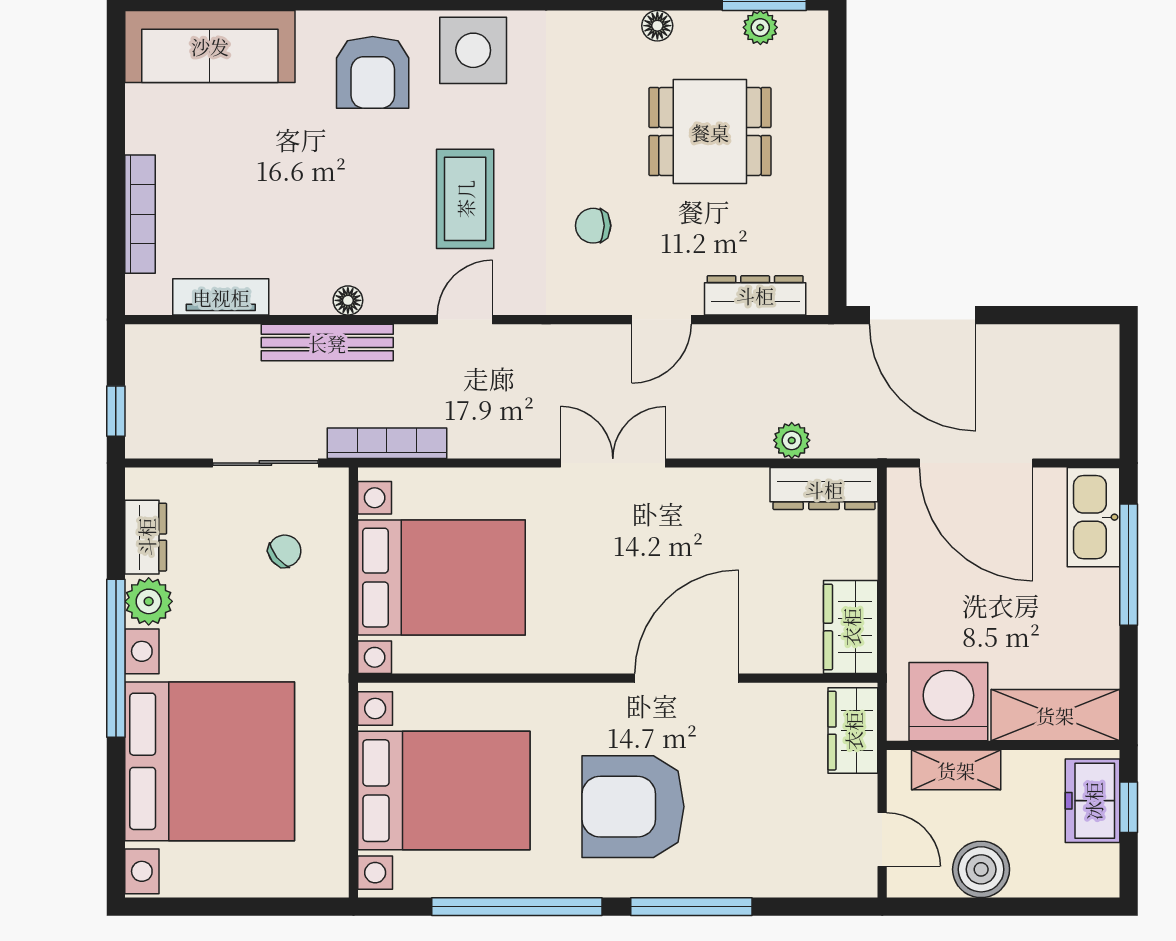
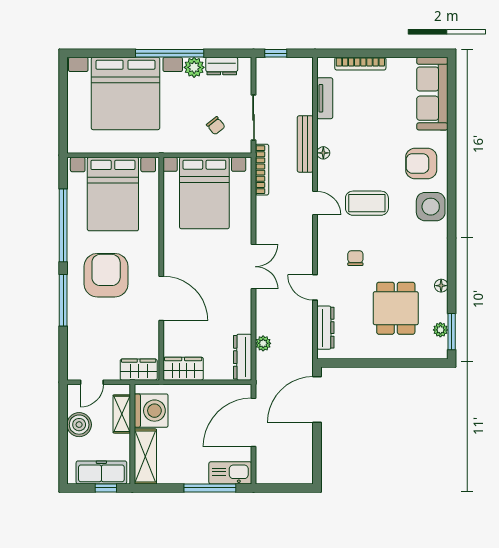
freezer: (1093, 801) -> (101, 472), width x1.40

